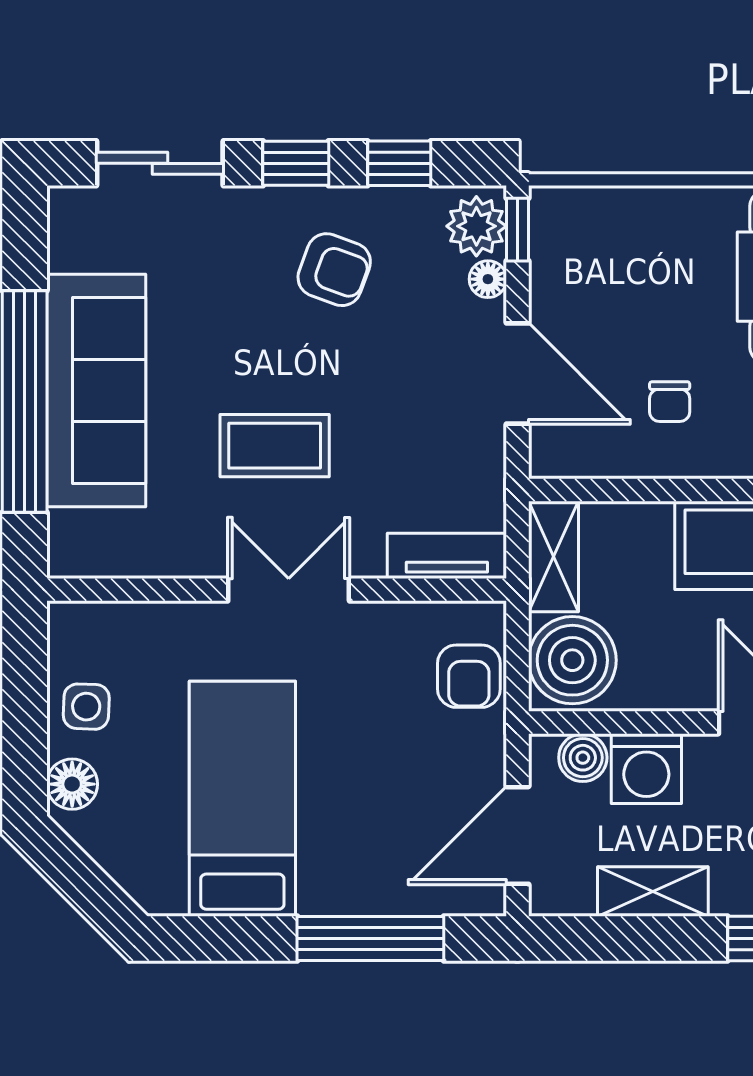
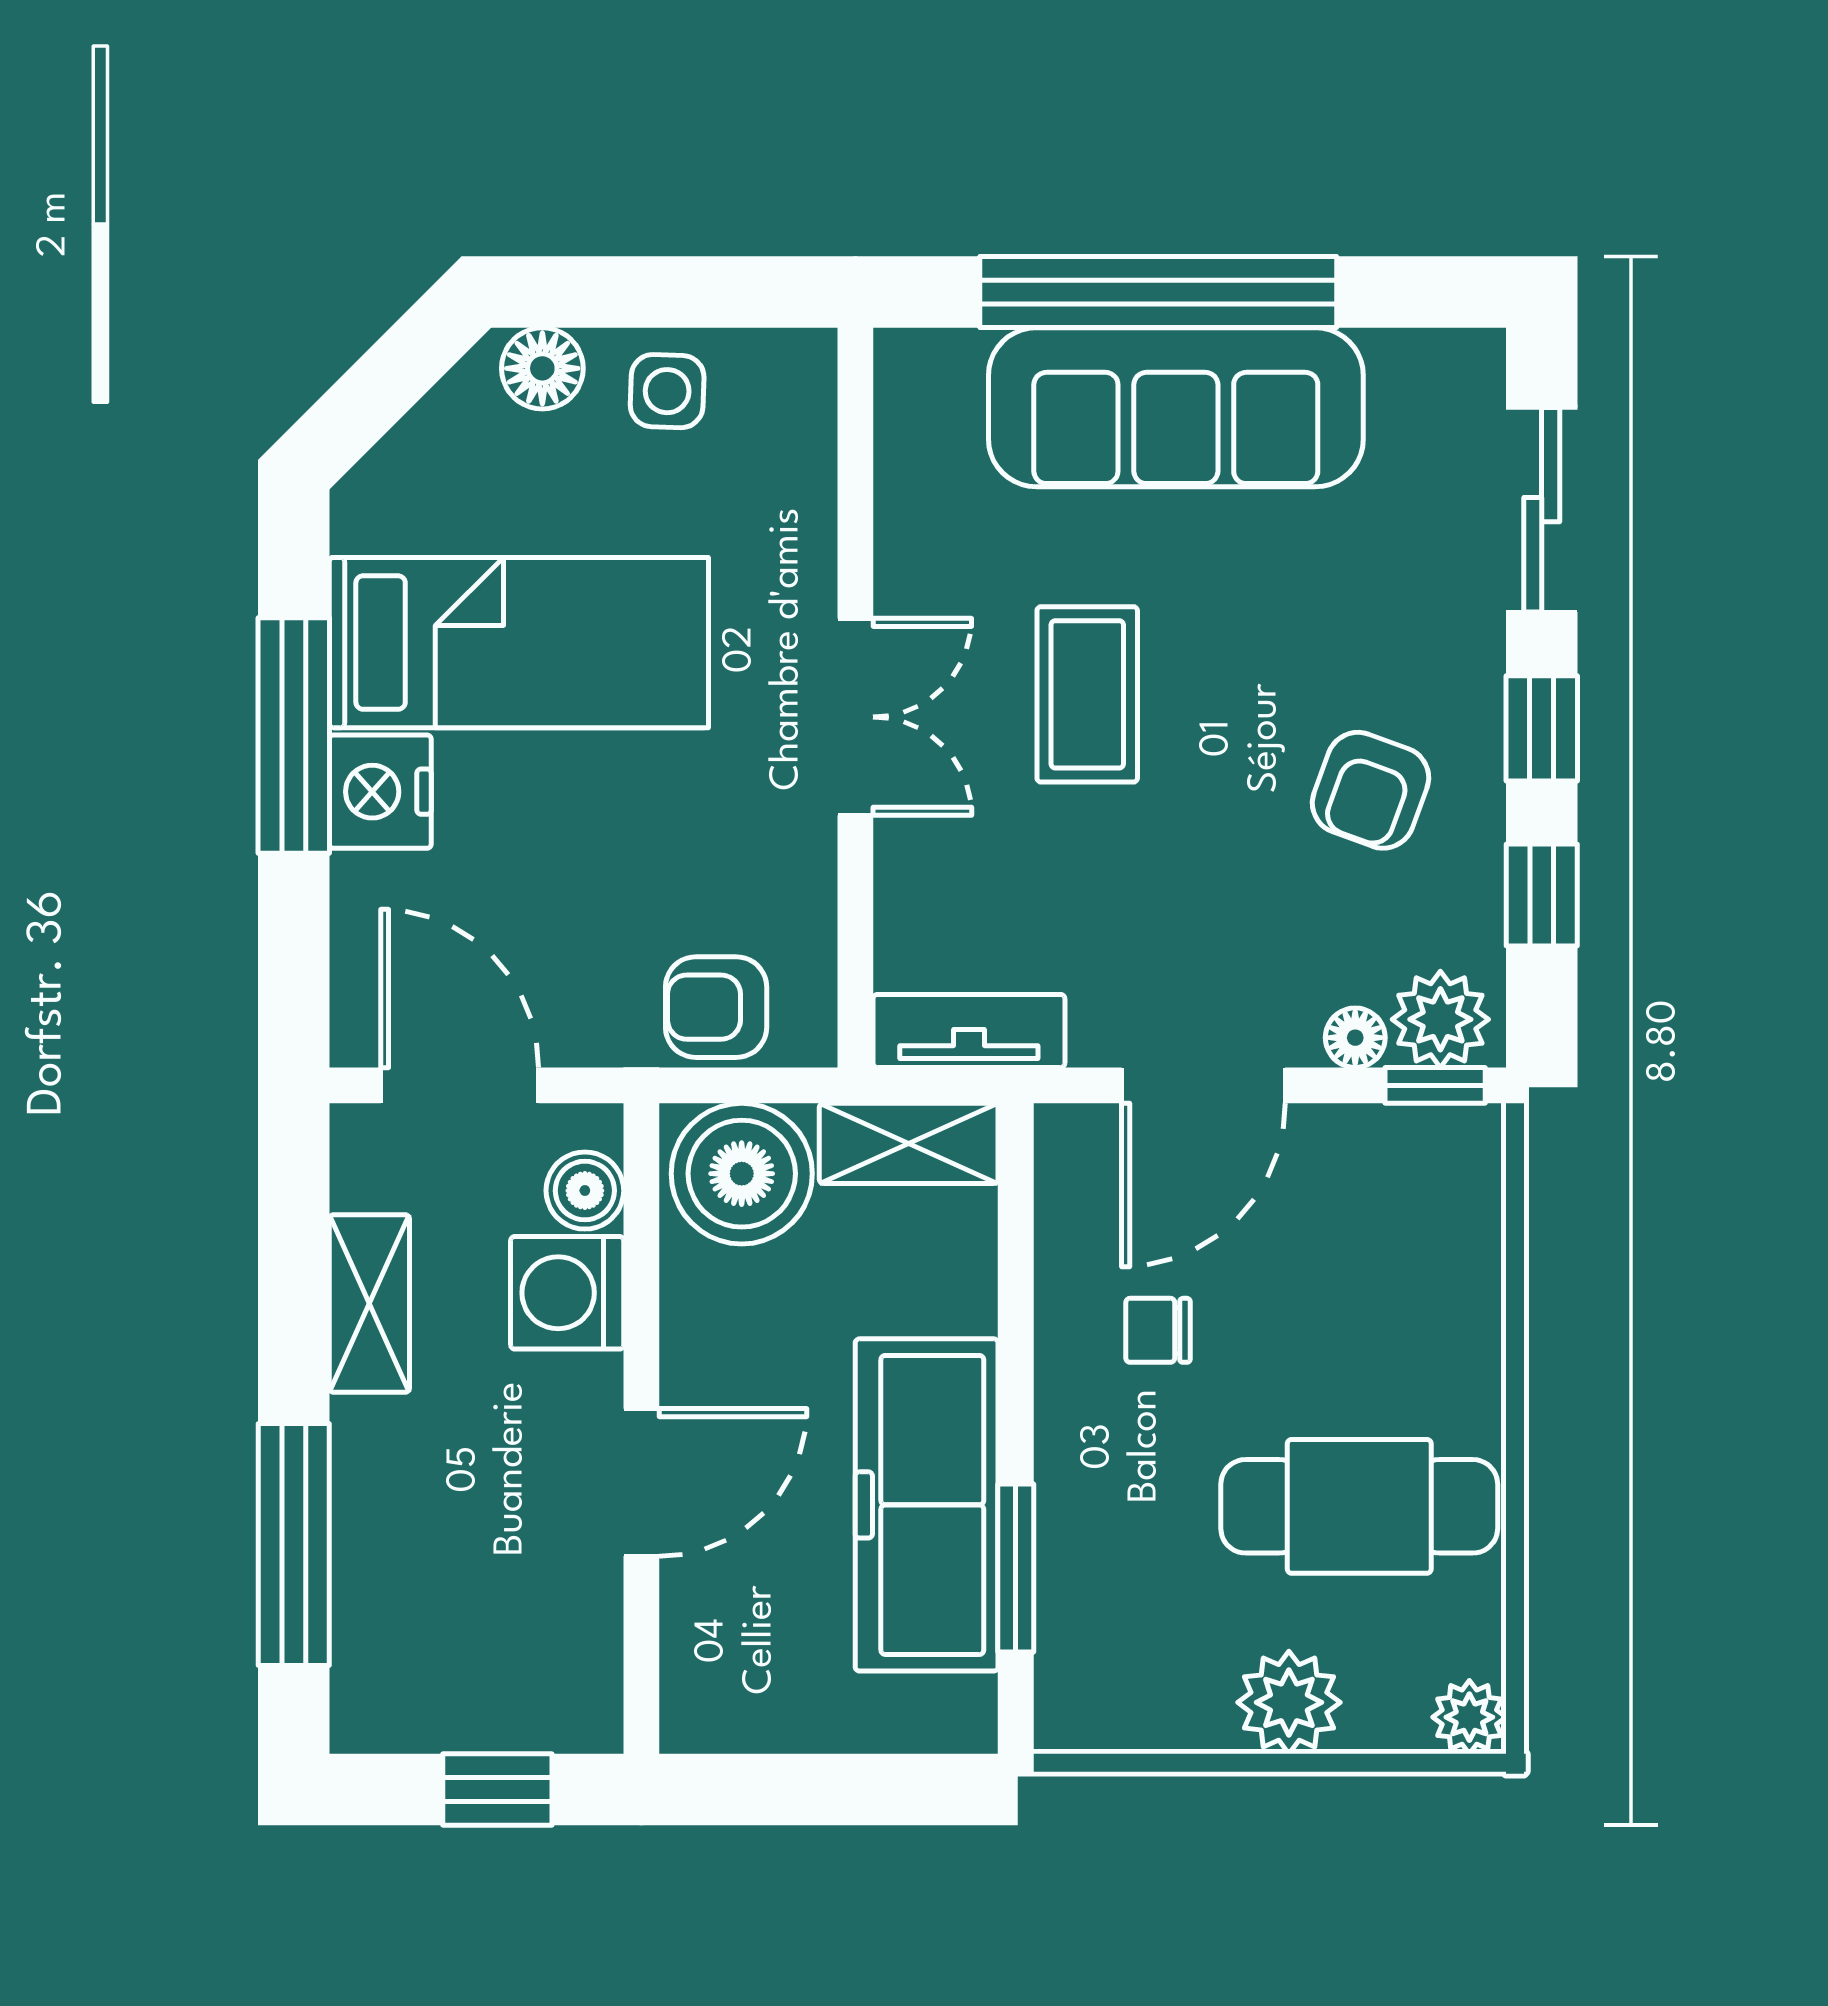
tv unit: (447, 556) -> (969, 1031), moved, turned -90
nightstand: (335, 885) -> (380, 792), added
window: (370, 938) -> (294, 735), moved

